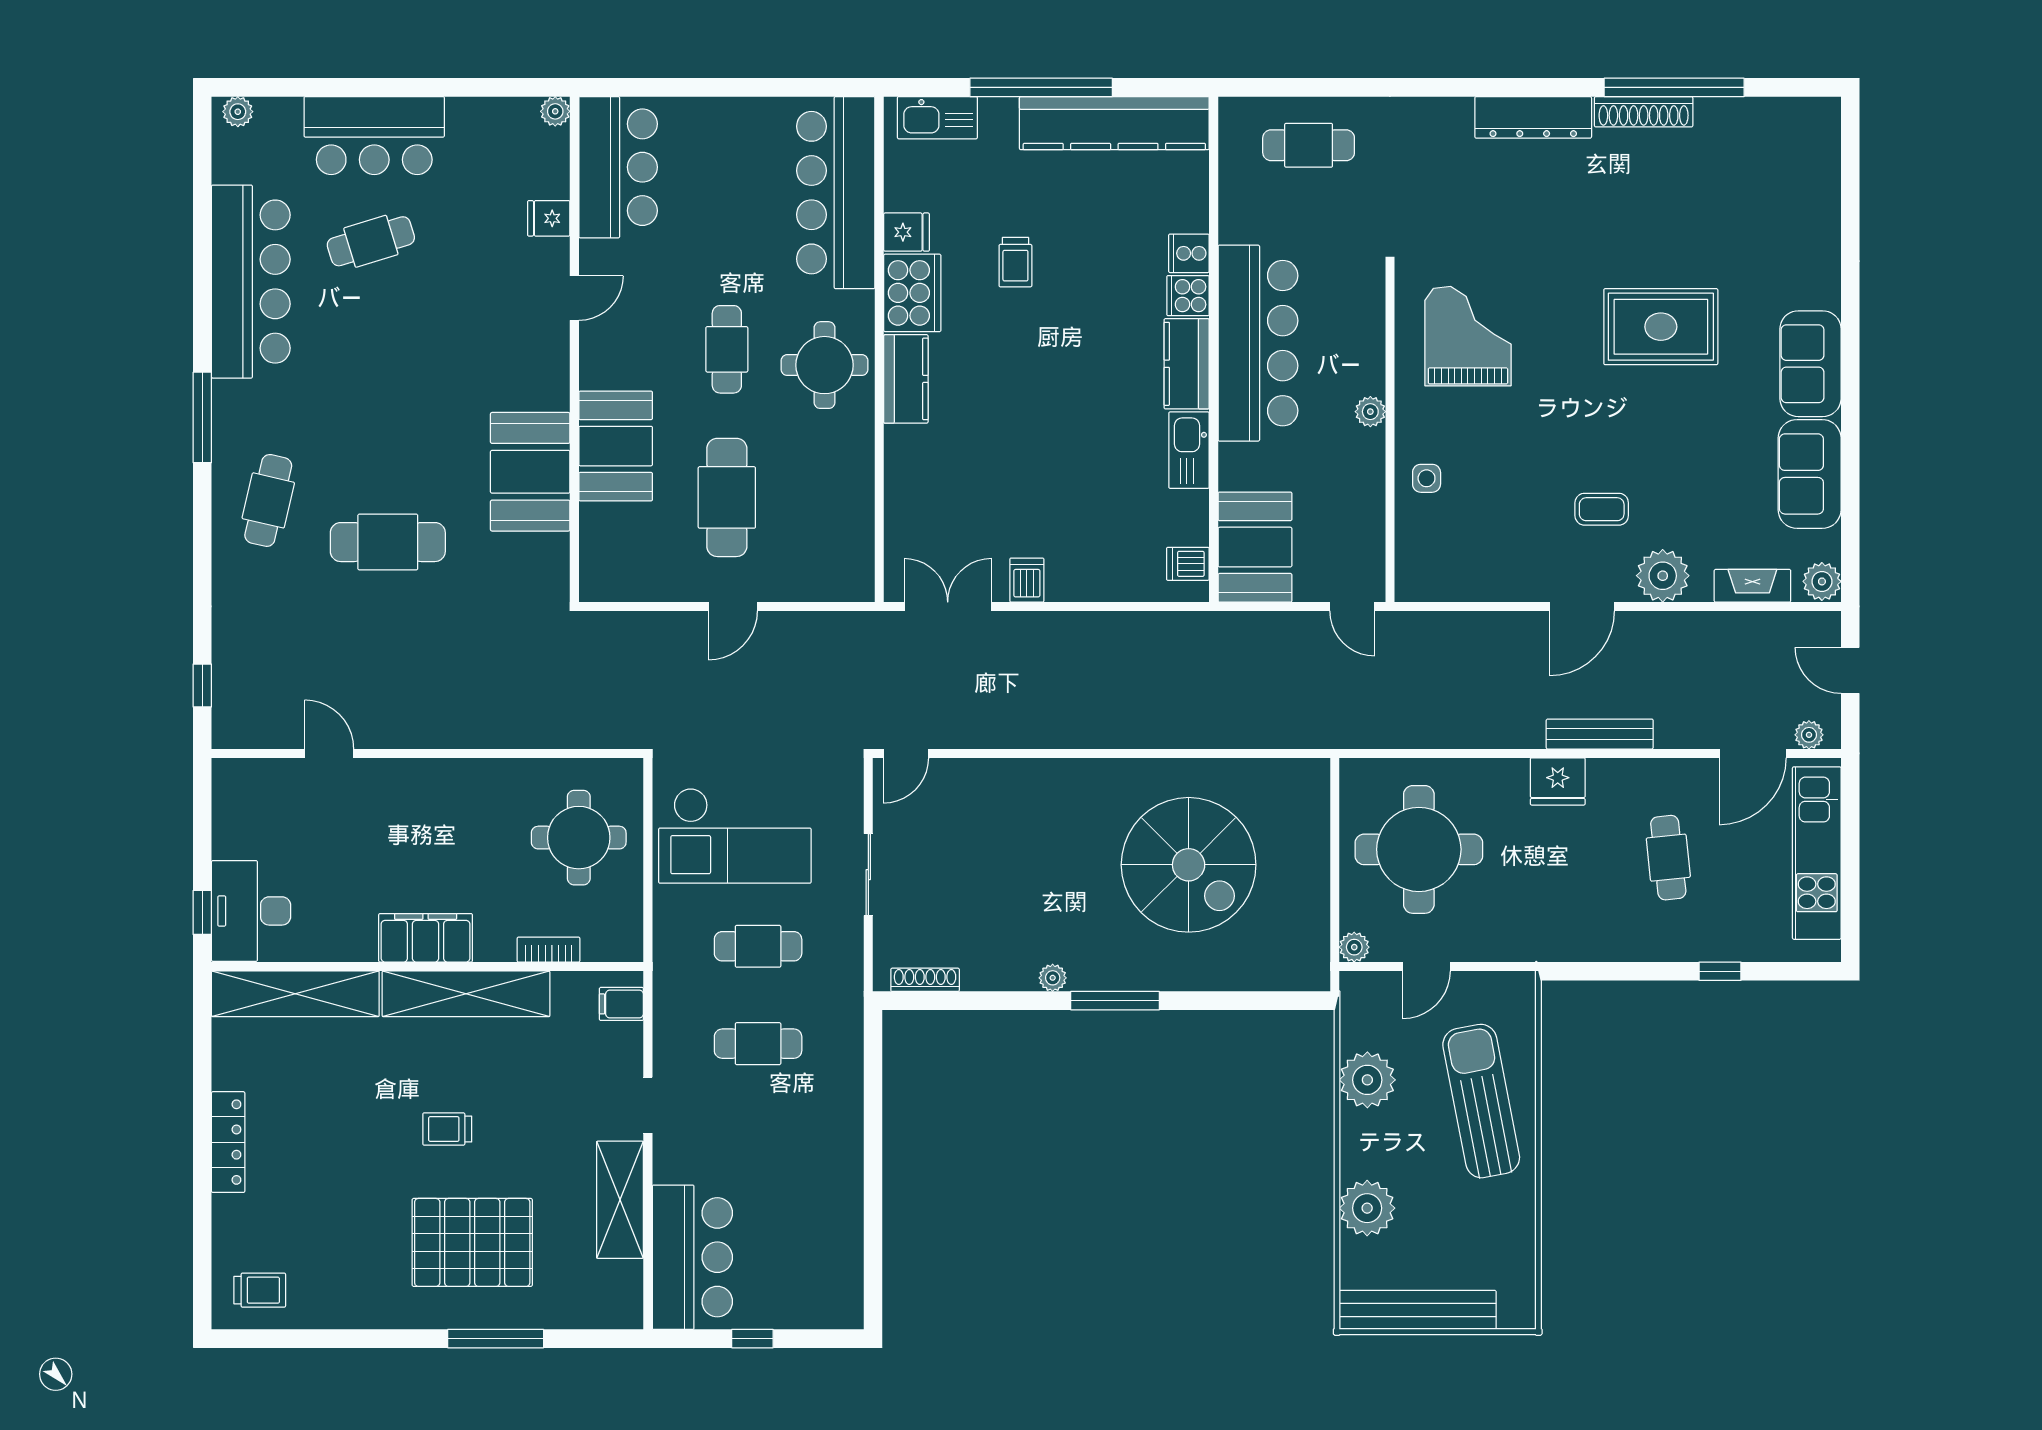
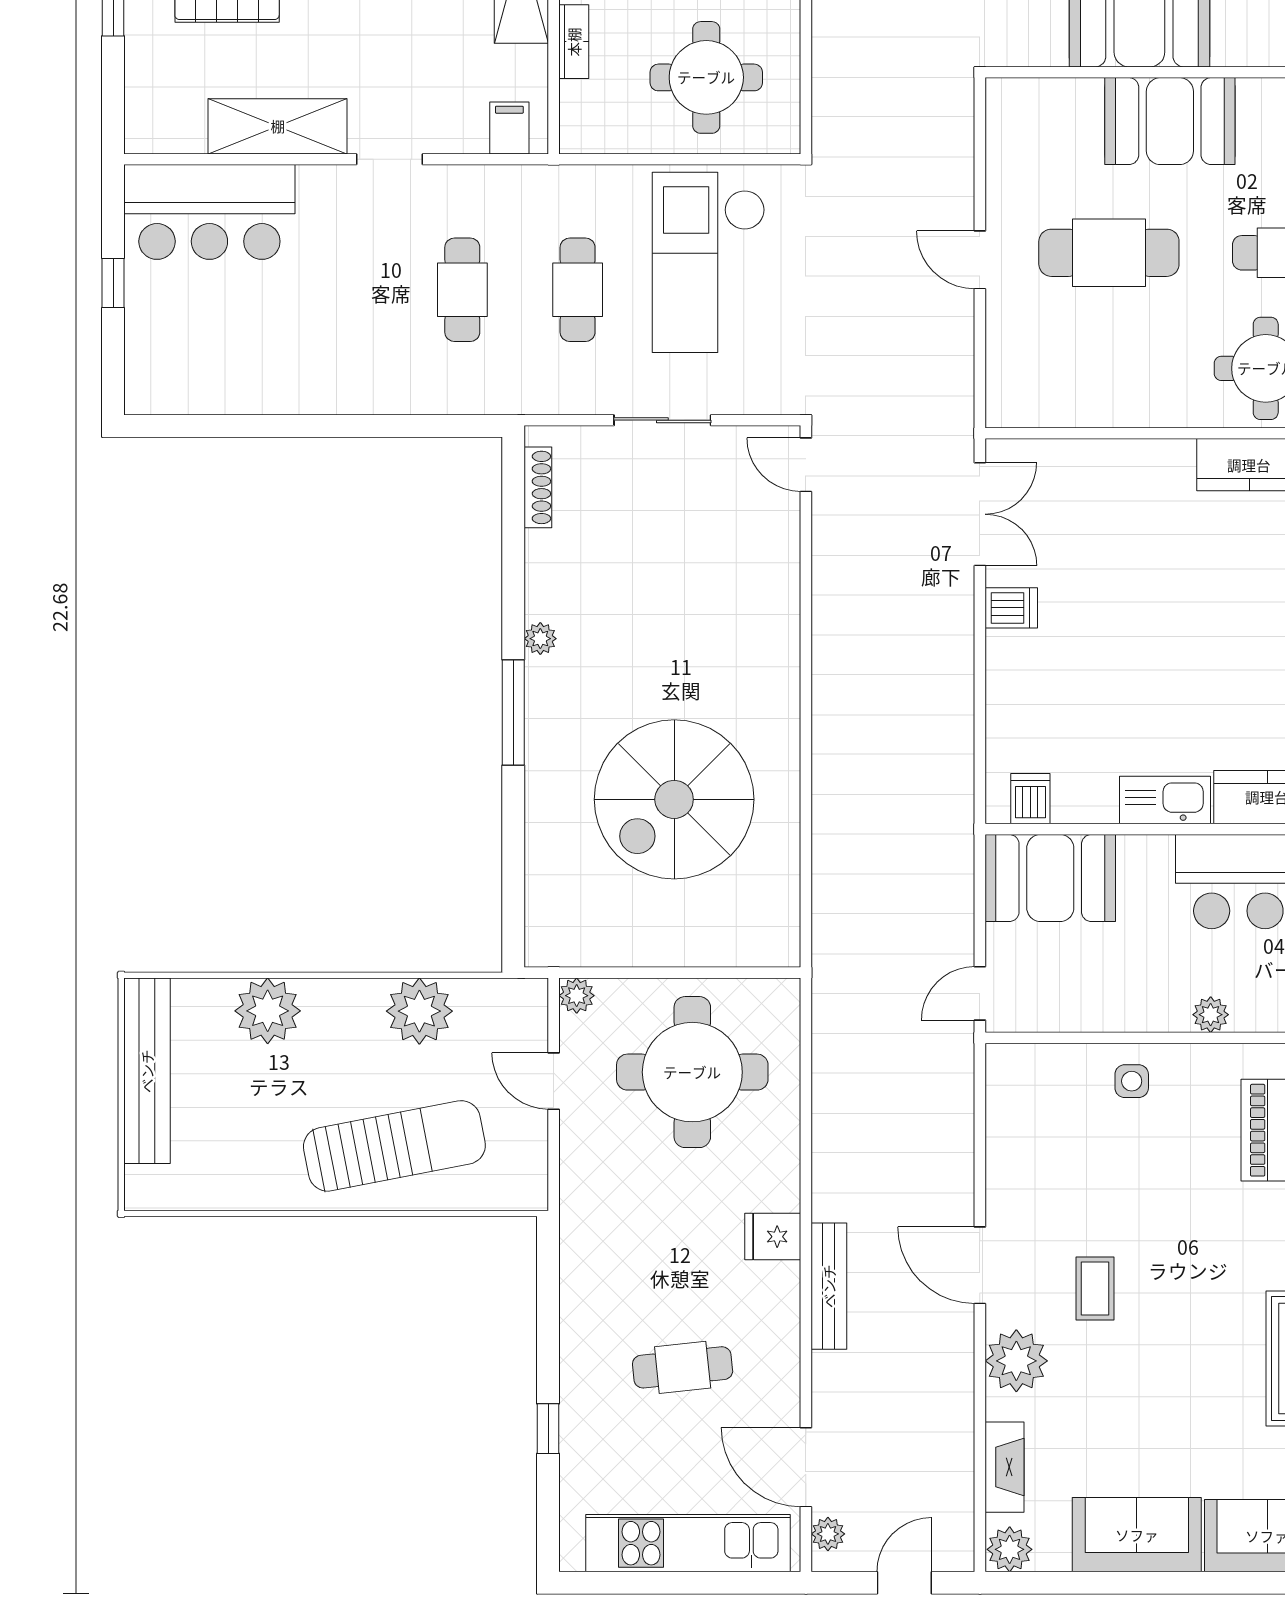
fridge: (1558, 781) -> (773, 1237), width x0.72

